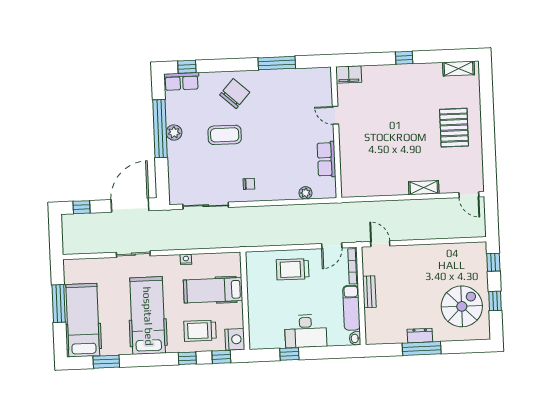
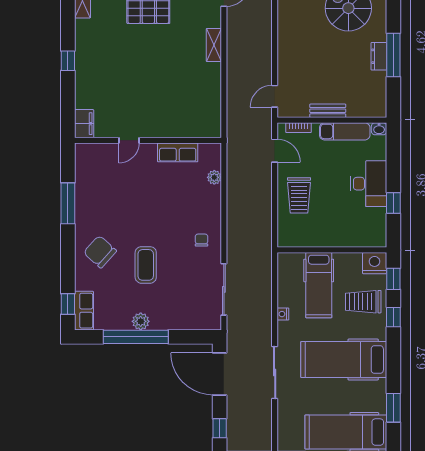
sliding door: (133, 254) -> (275, 373), width x1.37
bookcase: (353, 266) -> (299, 128), width x0.64
trolley: (200, 331) -> (363, 302), turned 90

